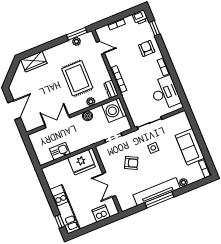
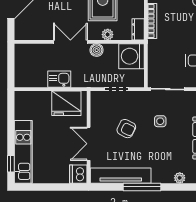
double door: (57, 121) -> (70, 42), moved
kitchen sink: (60, 151) -> (59, 79), moved
tv unit: (157, 192) -> (121, 176), moved
dishwasher: (101, 213) -> (78, 174), moved, turned -90

